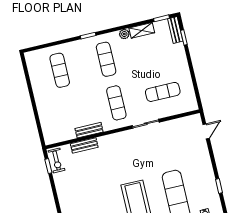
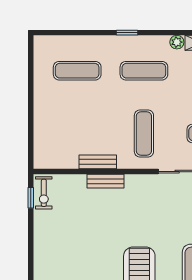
exercise mat: (106, 59) -> (144, 71), turned 90
exercise mat: (60, 70) -> (77, 71), turned 90
bench: (84, 145) -> (106, 181), moved

